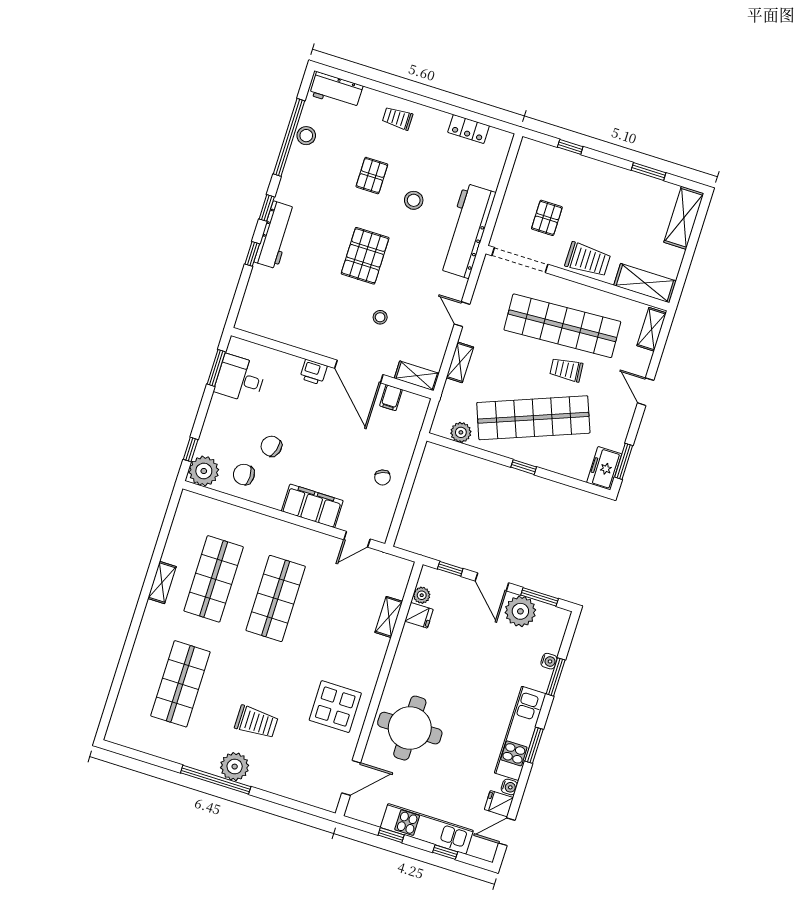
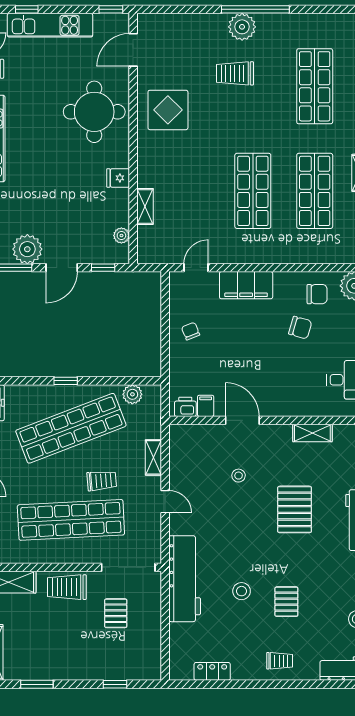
pallet: (365, 256) -> (295, 509), moved
trolley: (566, 370) -> (102, 481), moved
door: (359, 371) -> (242, 420), width x0.73
printer: (313, 372) -> (185, 407), moved
shelving: (417, 376) -> (312, 433), moved
door: (492, 582) -> (62, 268), swing flipped
fridge: (419, 615) -> (118, 178), moved
window: (391, 835) -> (111, 9), moved

